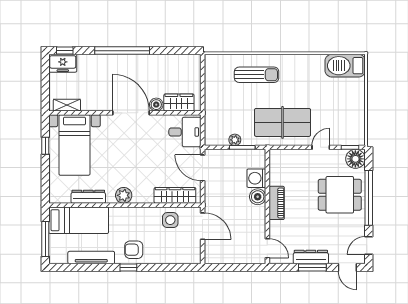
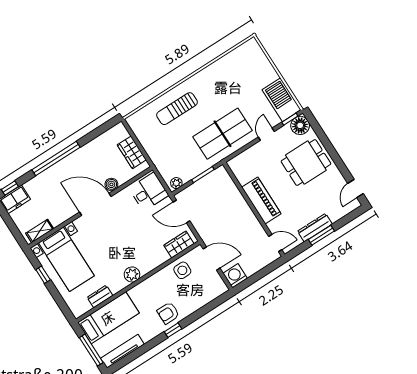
barbecue: (345, 66) -> (282, 100), moved, turned 90
sun lounger: (257, 75) -> (177, 109), turned 180
wardrobe: (179, 102) -> (132, 152), moved, turned -90
plant: (235, 140) -> (176, 183), moved
washing machine: (256, 178) -> (235, 276), moved, turned 90
wardrobe: (175, 195) -> (179, 244), width x0.67
dresser: (88, 197) -> (100, 296), width x0.70
boiler: (258, 197) -> (241, 206), removed
window: (369, 198) -> (331, 150), removed
piano: (277, 203) -> (261, 200), width x1.37, depth x1.33
tv unit: (91, 258) -> (122, 351), moved
door: (347, 267) -> (350, 217), removed

